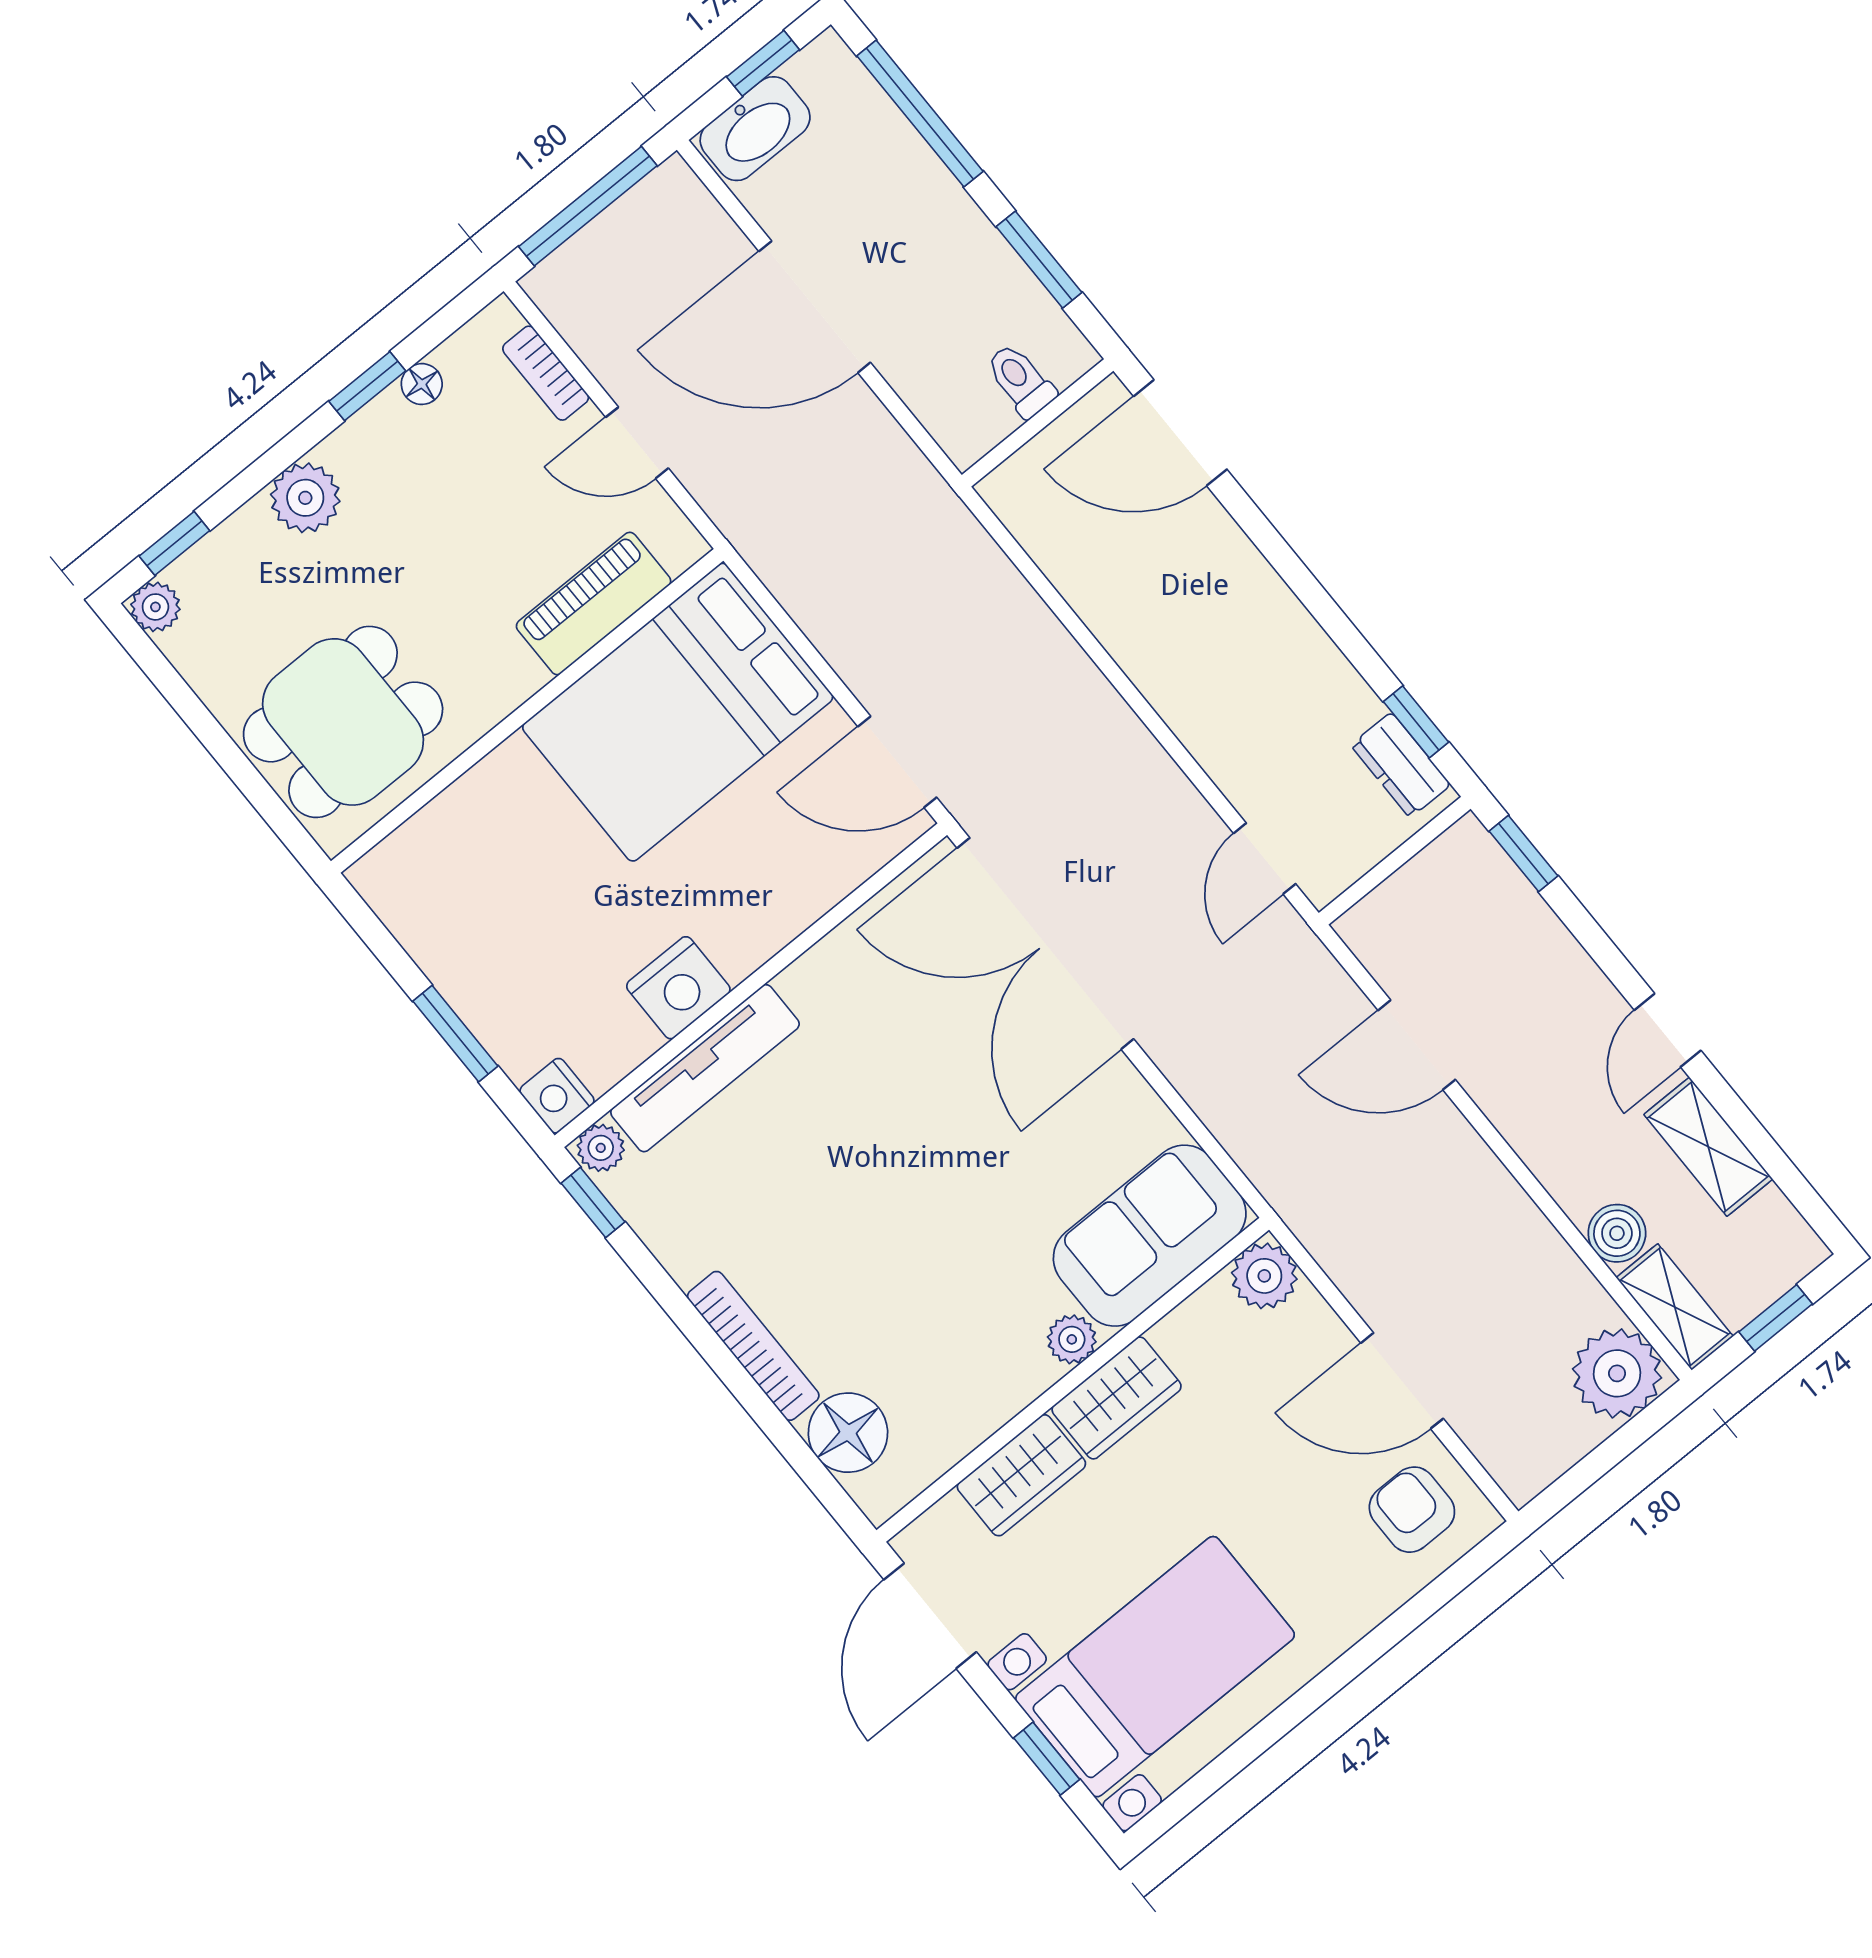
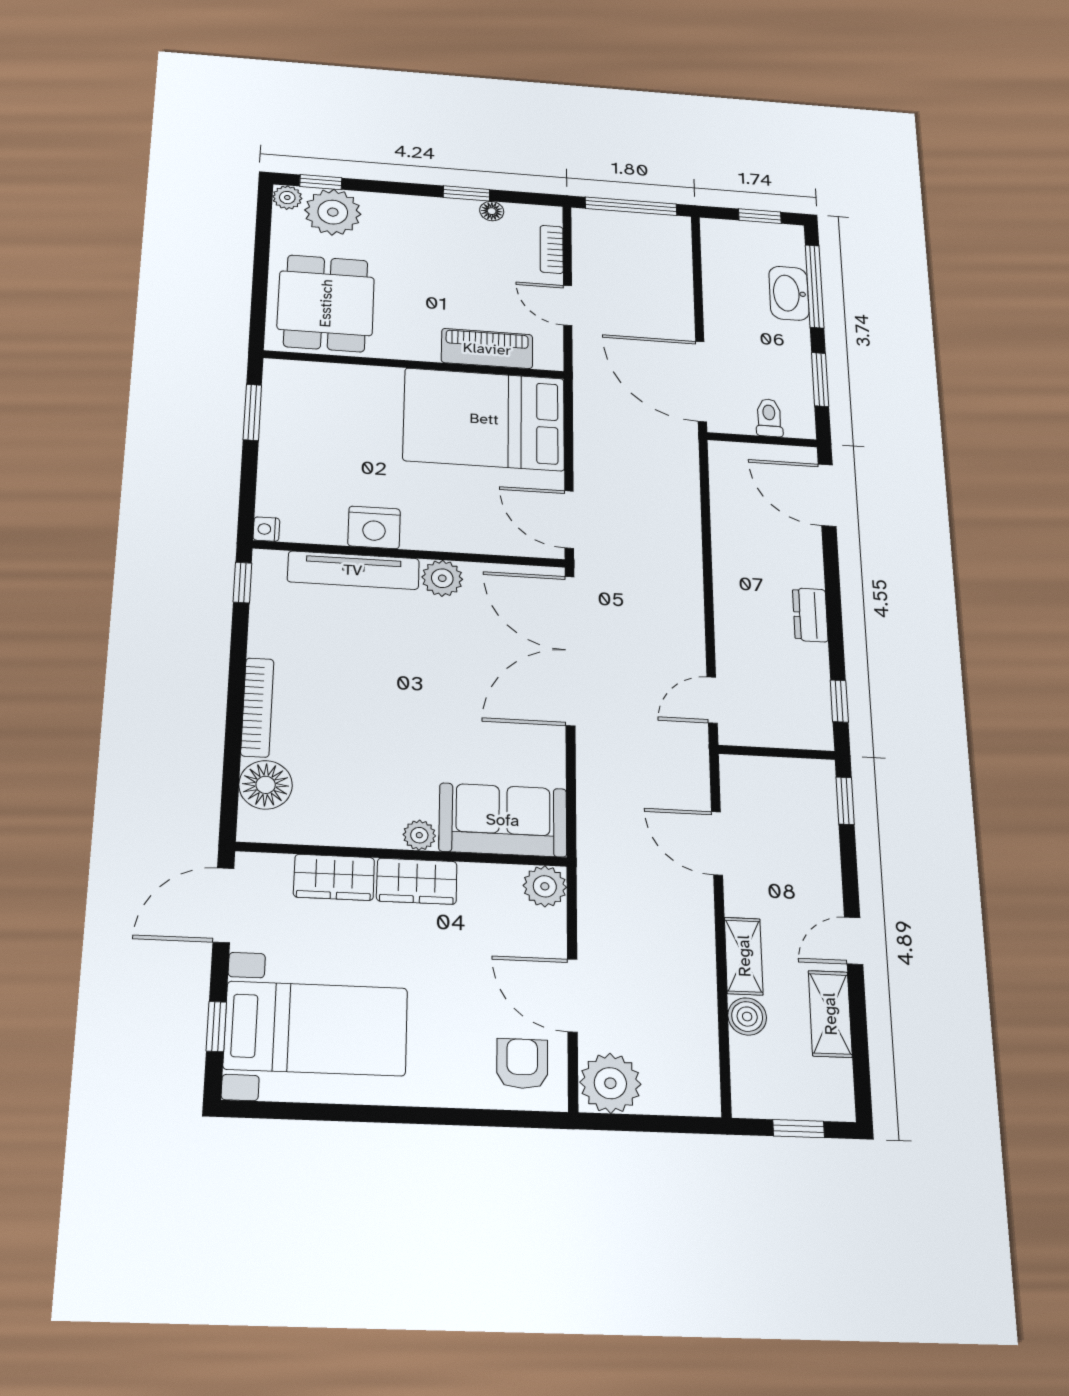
washbasin: (755, 129) -> (789, 293), moved, turned 90
door: (815, 307) -> (701, 381), moved
plant: (305, 498) -> (333, 212), moved, width x1.36, depth x1.36
dining table: (343, 722) -> (326, 303), turned 90
dresser: (1401, 765) -> (810, 615), moved
window: (455, 1034) -> (252, 412), moved
nightstand: (557, 1096) -> (266, 529), width x0.72, depth x0.74
plant: (601, 1148) -> (442, 578), moved, width x1.38, depth x1.38
shelving: (1675, 1307) -> (744, 956), moved
plant: (1617, 1373) -> (610, 1083), moved

